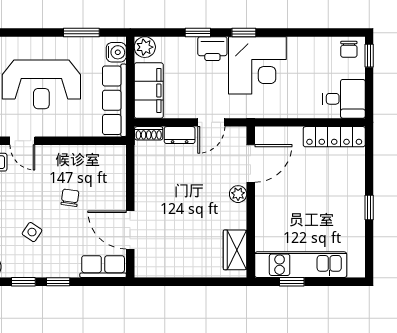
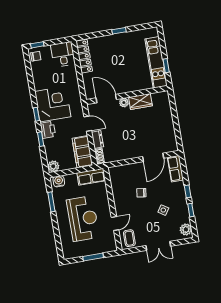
filing cabinet: (149, 90) -> (82, 152), moved, turned -90
row of seats: (114, 100) -> (91, 177), width x0.68
wardrobe: (235, 250) -> (140, 101), moved

